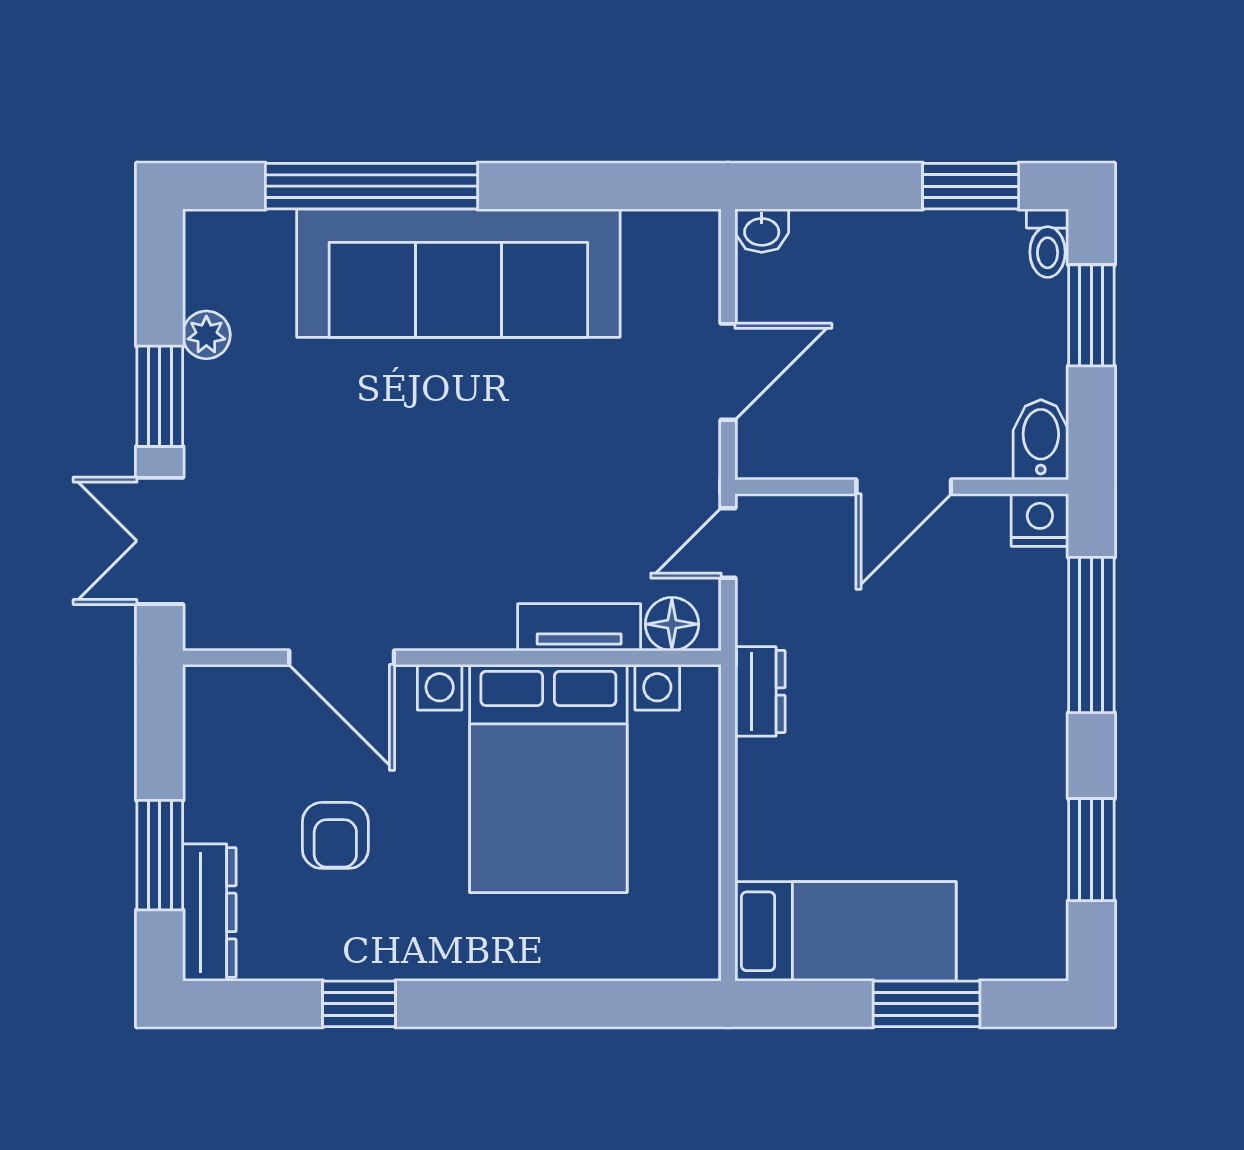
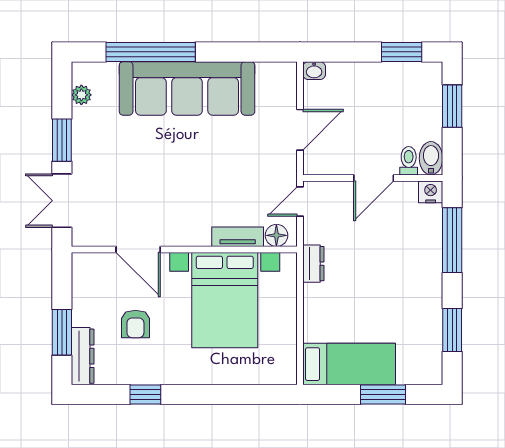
toilet: (1048, 243) -> (409, 161), moved, turned 180
plant: (206, 335) -> (81, 95), moved

